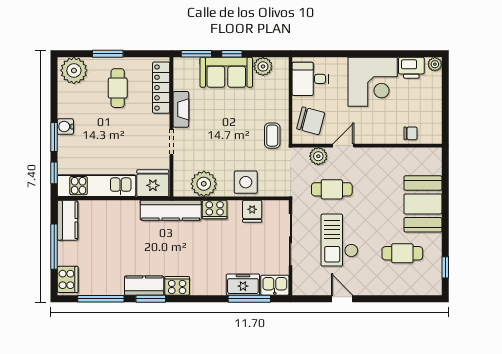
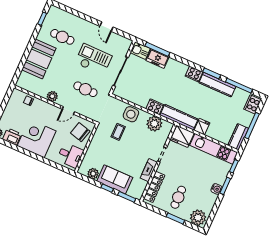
coffee table: (272, 136) -> (118, 132), moved
plant: (318, 156) -> (52, 96), moved
fridge: (252, 211) -> (202, 127), moved
checkout: (340, 240) -> (94, 59), turned -90
kitchen counter: (144, 286) -> (217, 85), width x1.50

